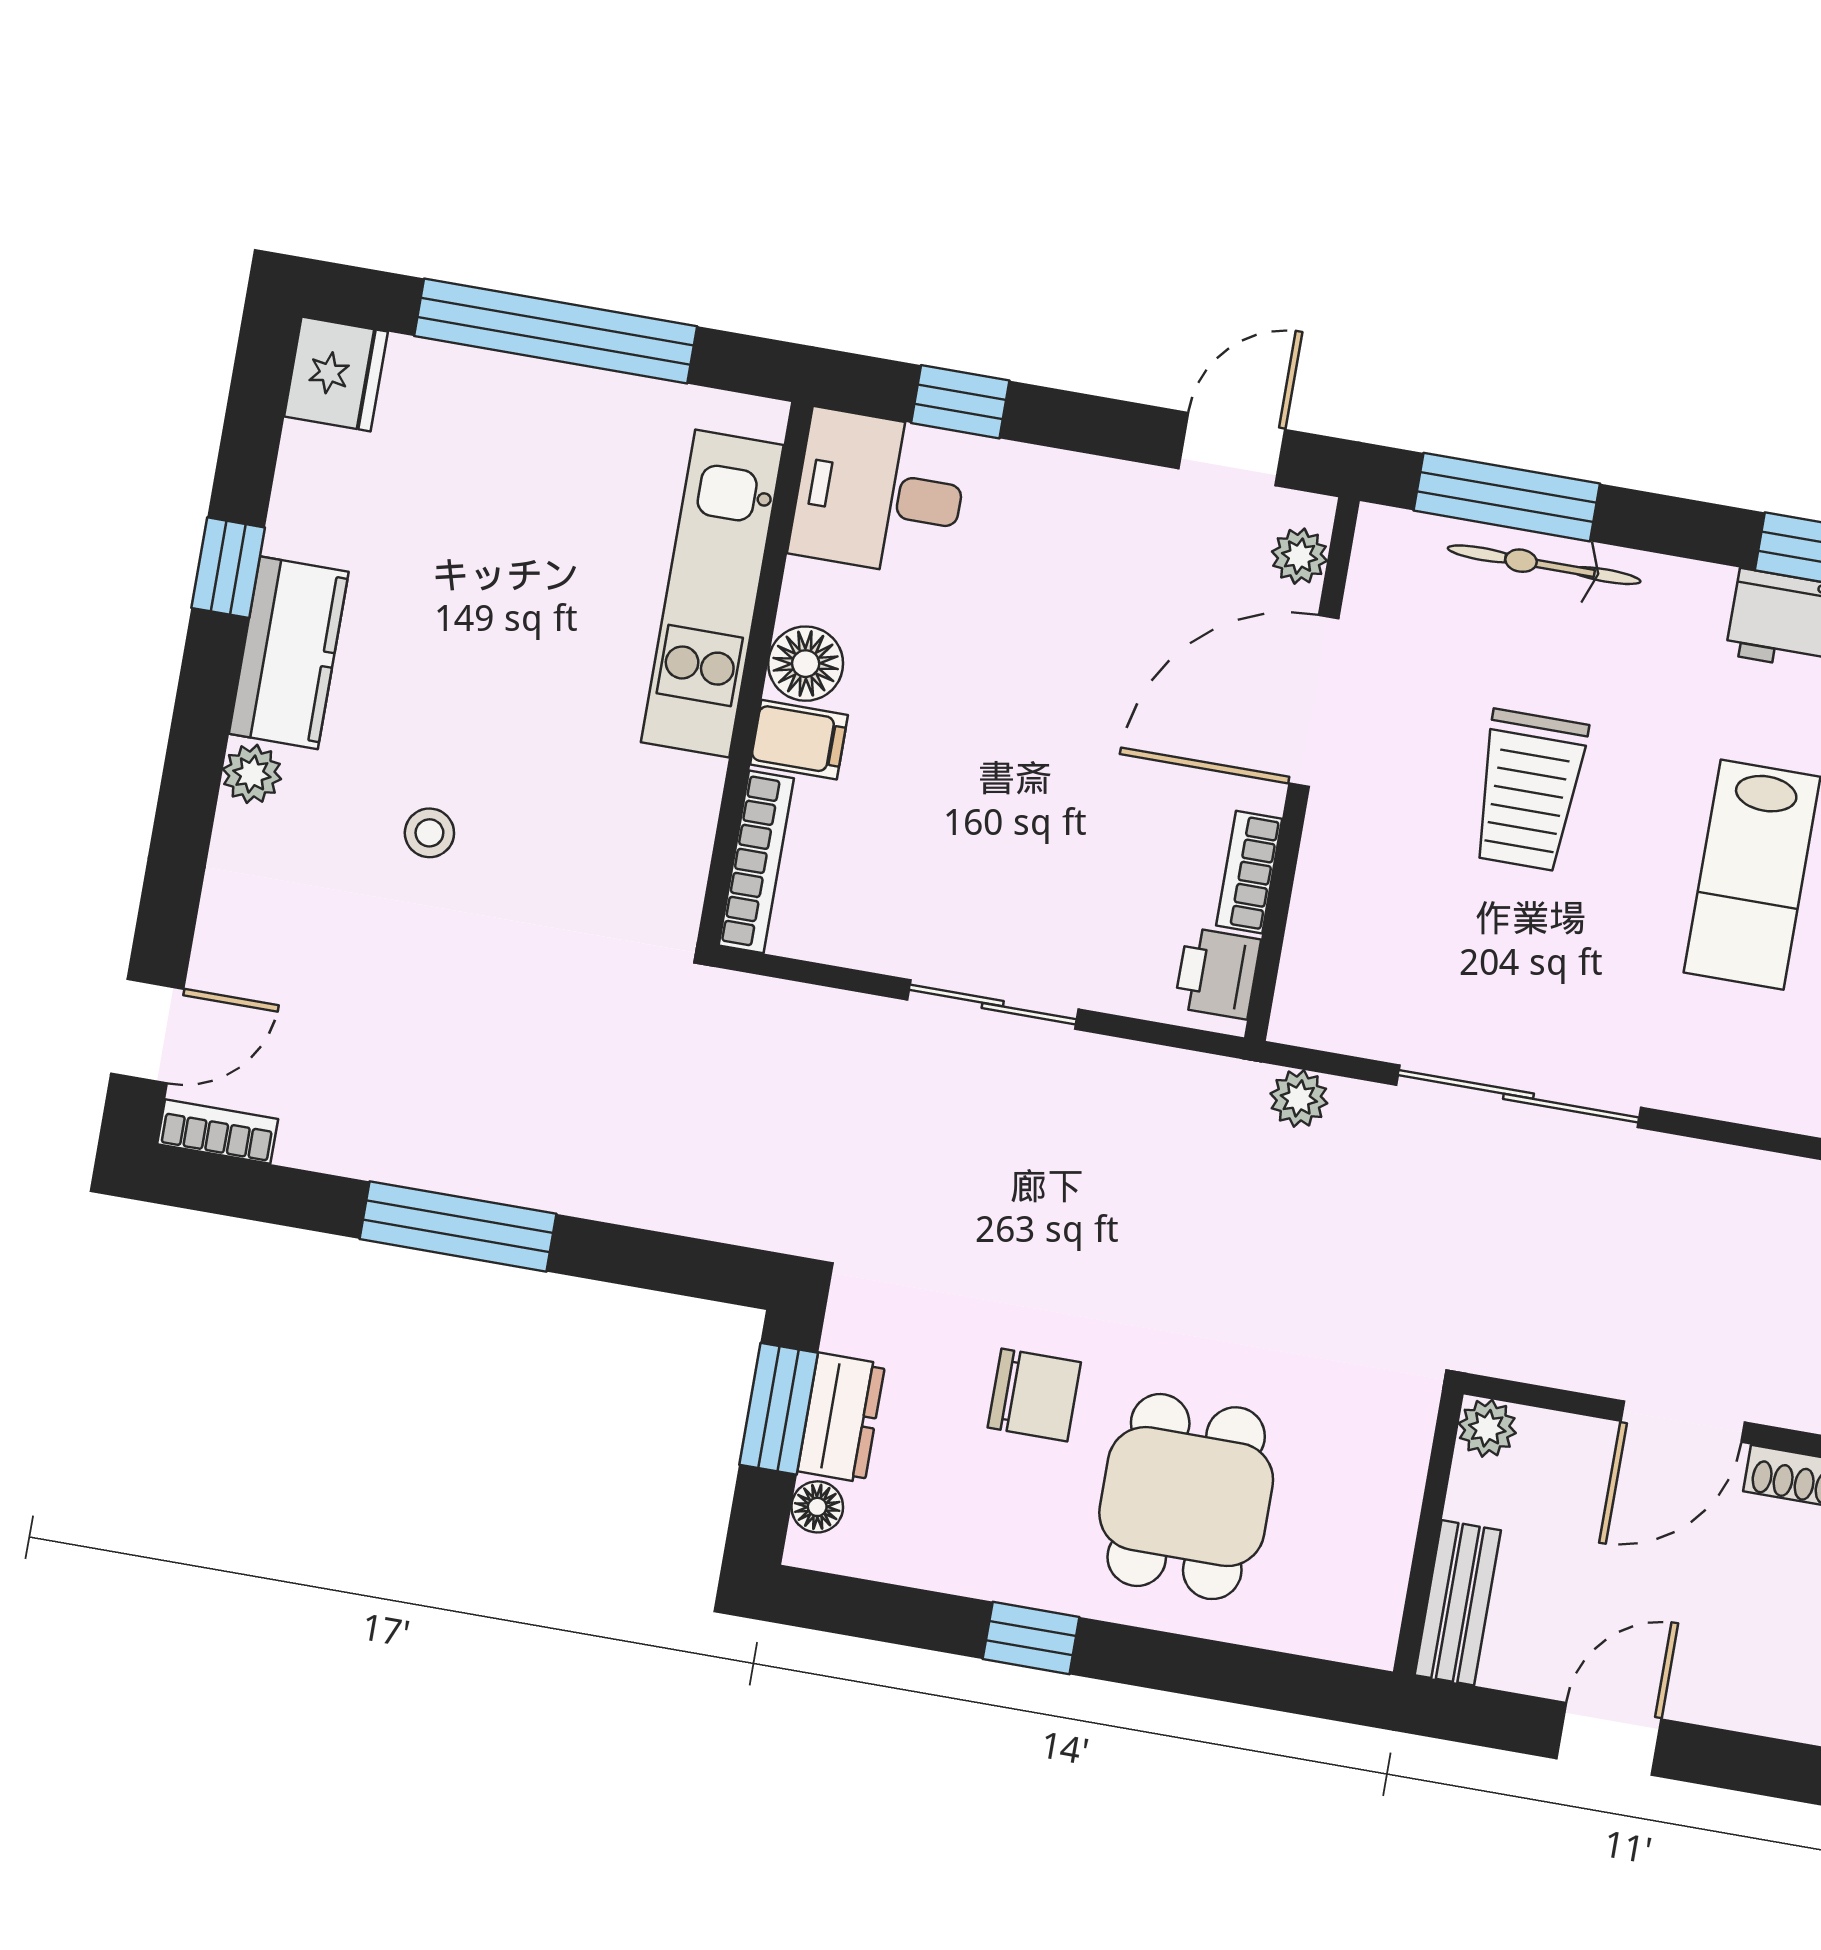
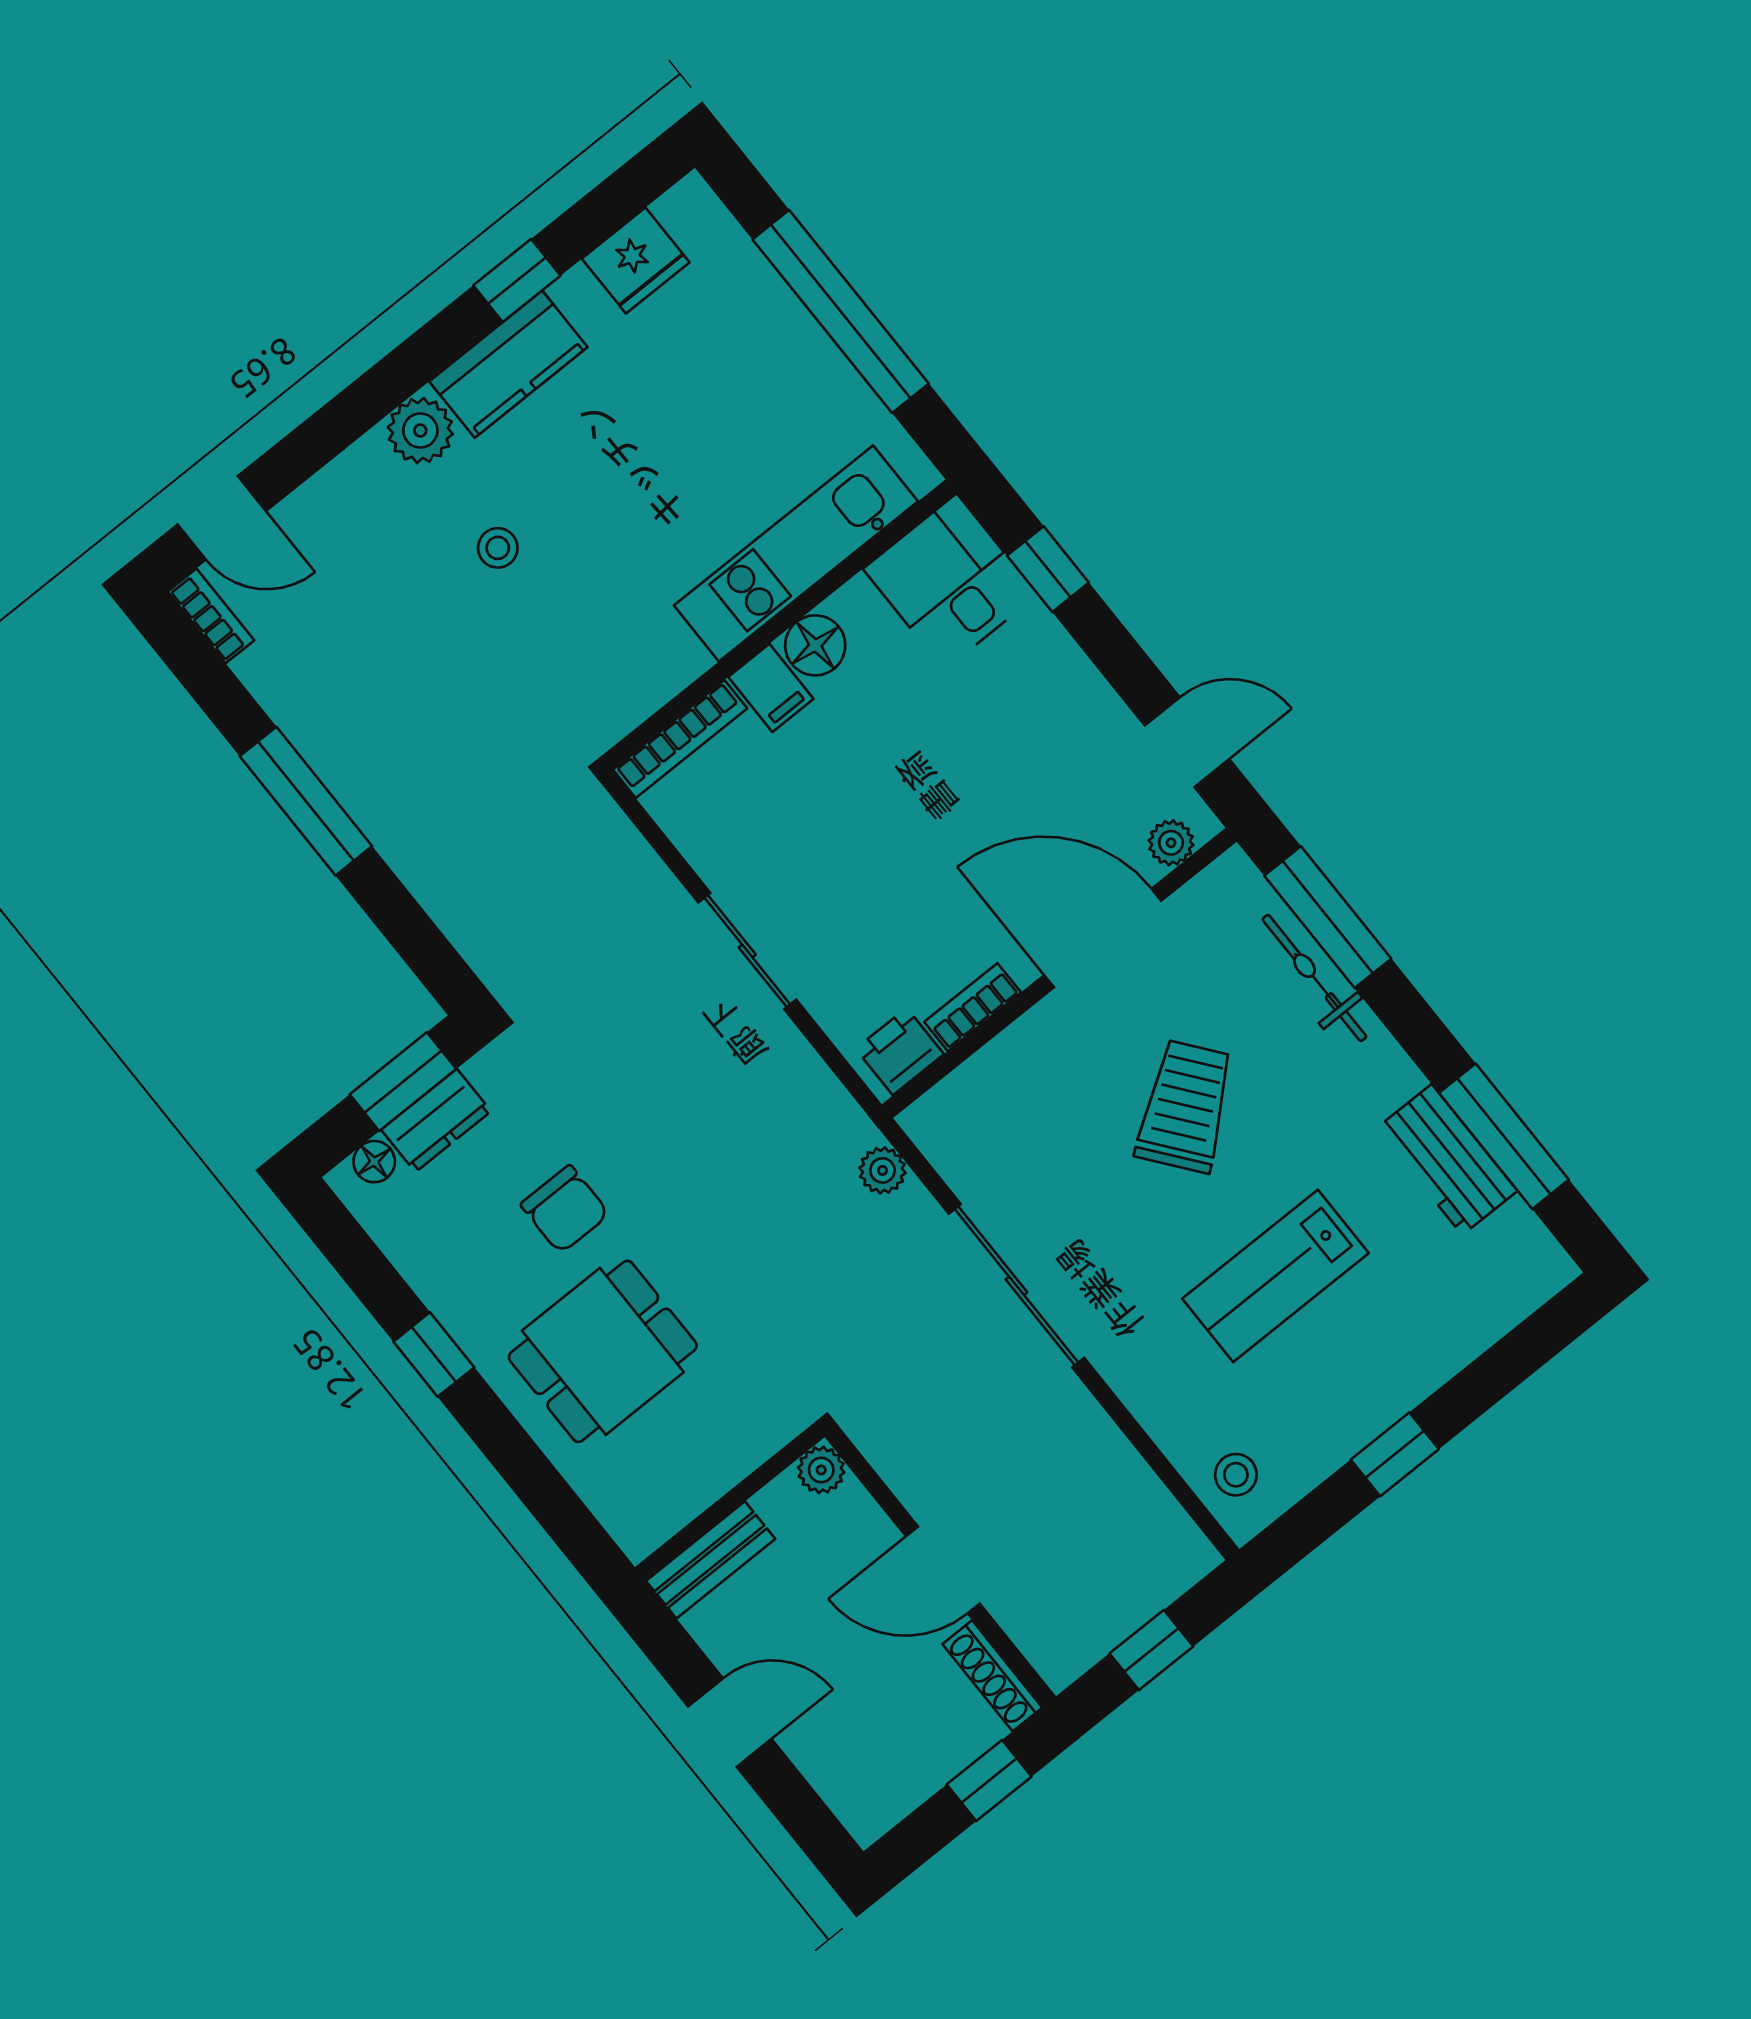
fridge: (336, 374) -> (636, 260), moved
plant: (252, 774) -> (420, 431), width x1.38, depth x1.38
trolley: (1529, 790) -> (1185, 1106), turned 142

